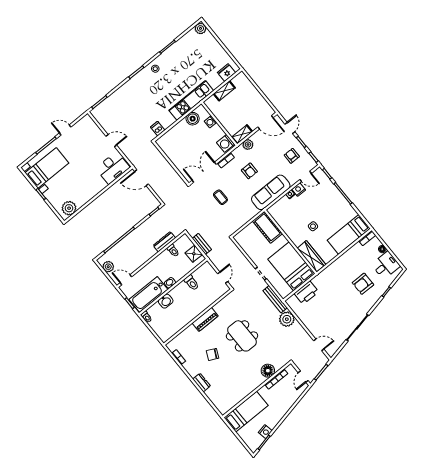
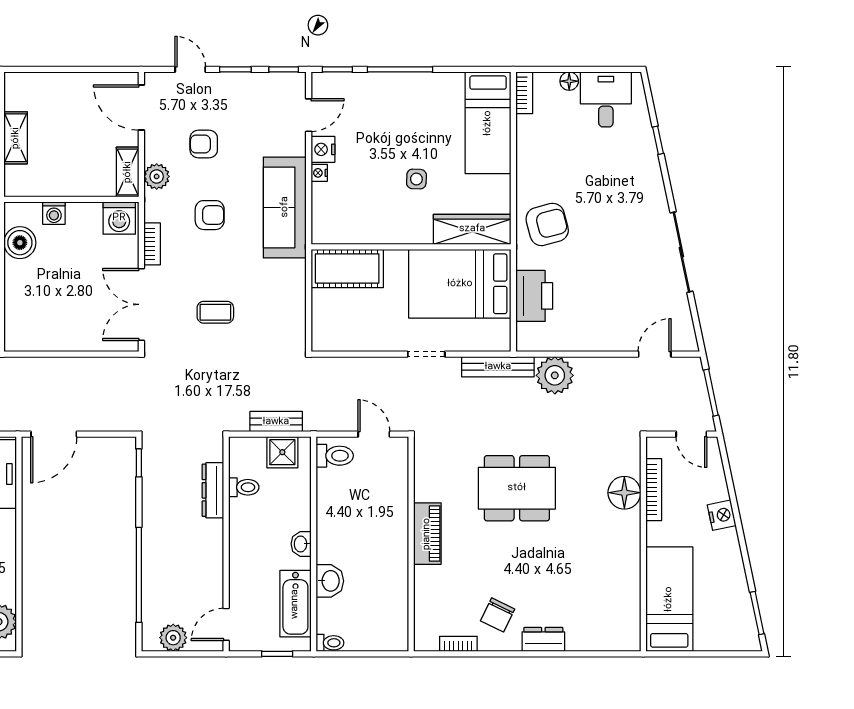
door: (266, 122) -> (141, 108), swing flipped
armchair: (292, 156) -> (204, 144), moved
toilet: (192, 283) -> (335, 456), moved
armchair: (363, 284) -> (547, 224), moved, turned -105
bathtub: (148, 294) -> (295, 604), width x0.73, depth x0.73
chair: (212, 354) -> (498, 615), moved
nightstand: (265, 432) -> (722, 515), moved

